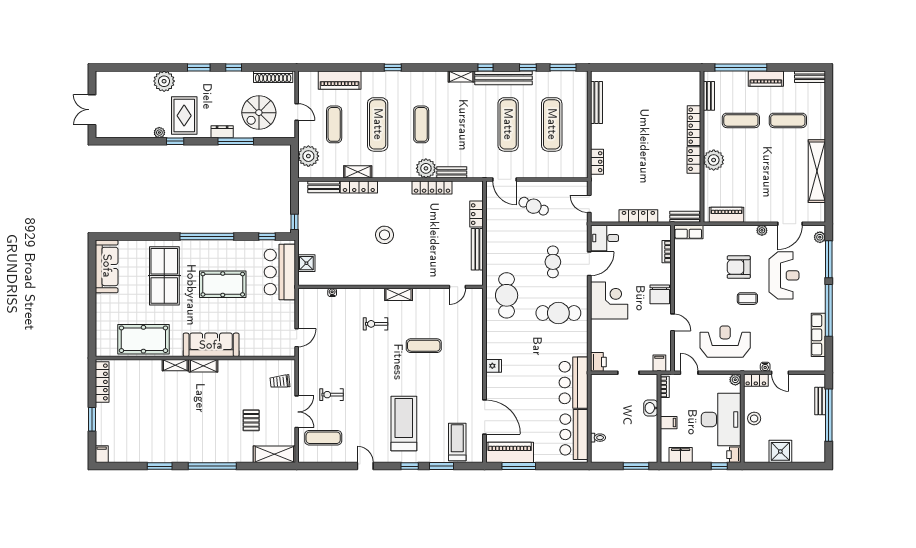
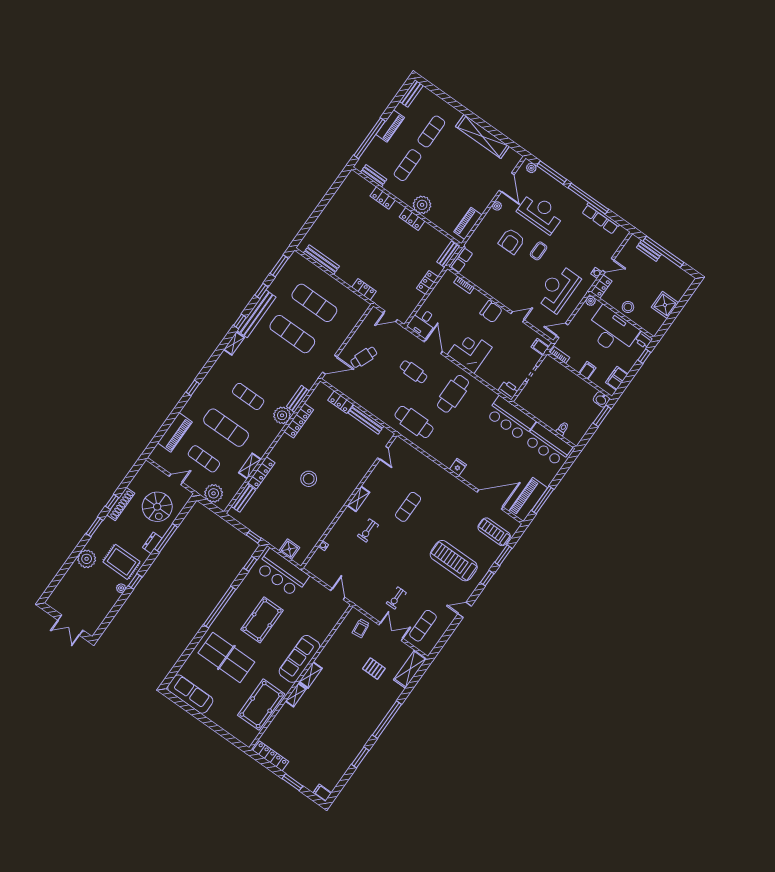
shoe rack: (273, 77) -> (121, 504), moved
locker: (694, 126) -> (383, 198), width x0.66
locker: (638, 216) -> (427, 282), width x0.66
washbasin: (651, 408) -> (601, 399), moved

